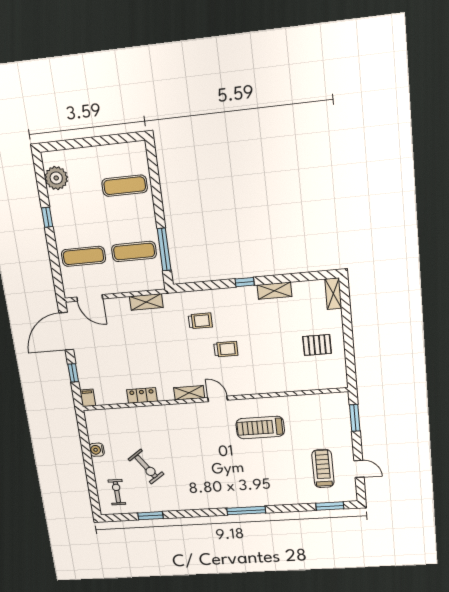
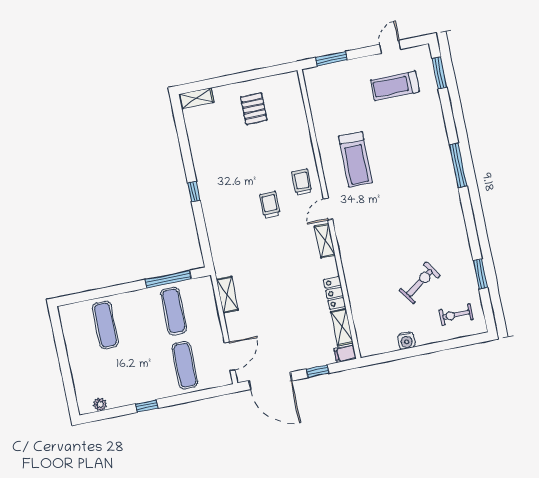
plant: (56, 178) -> (100, 404), width x0.53, depth x0.53
shelving: (274, 291) -> (342, 327), moved
trolley: (200, 321) -> (302, 182), moved

